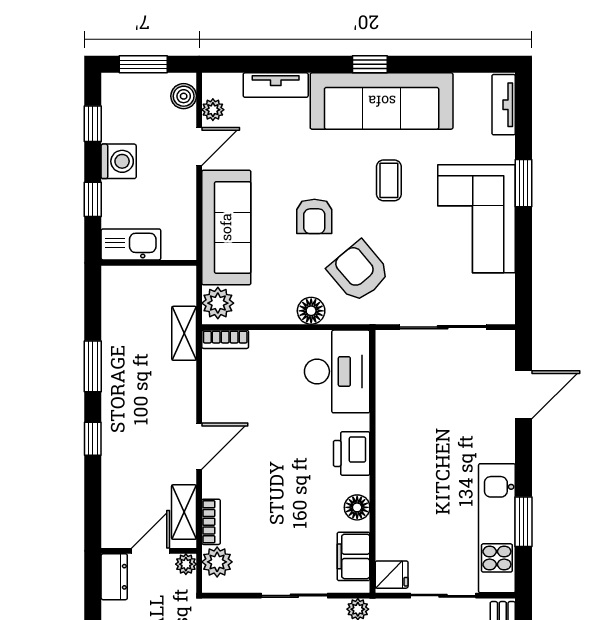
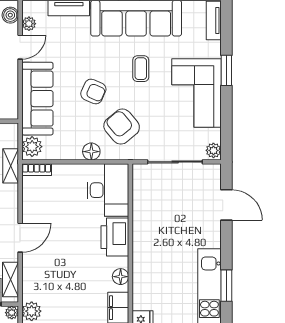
armchair: (314, 216) -> (93, 92), turned -66
plant: (503, 309) -> (213, 150), added
door: (524, 395) -> (226, 205), hinge flipped
printer: (352, 453) -> (115, 237), width x1.37, depth x1.19
bookcase: (211, 522) -> (28, 286), removed

